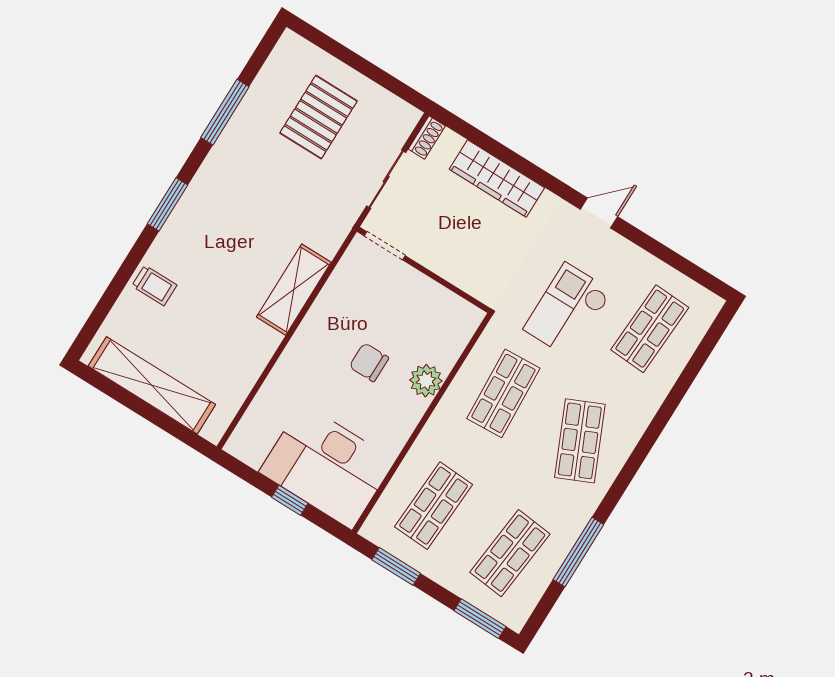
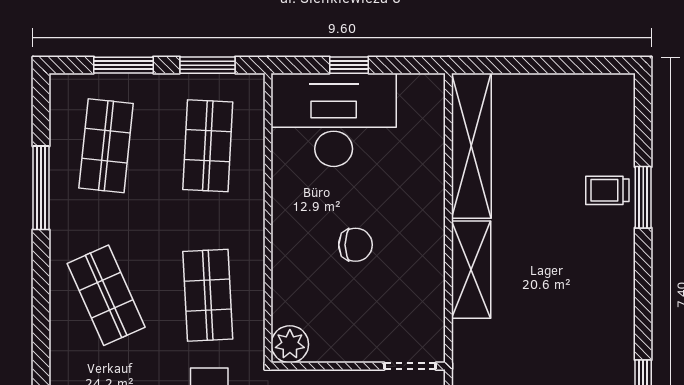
window: (168, 204) -> (643, 197), moved
plant: (426, 381) -> (290, 344), moved
shelving: (152, 385) -> (471, 146), moved, turned 90
window: (480, 619) -> (124, 65), moved

